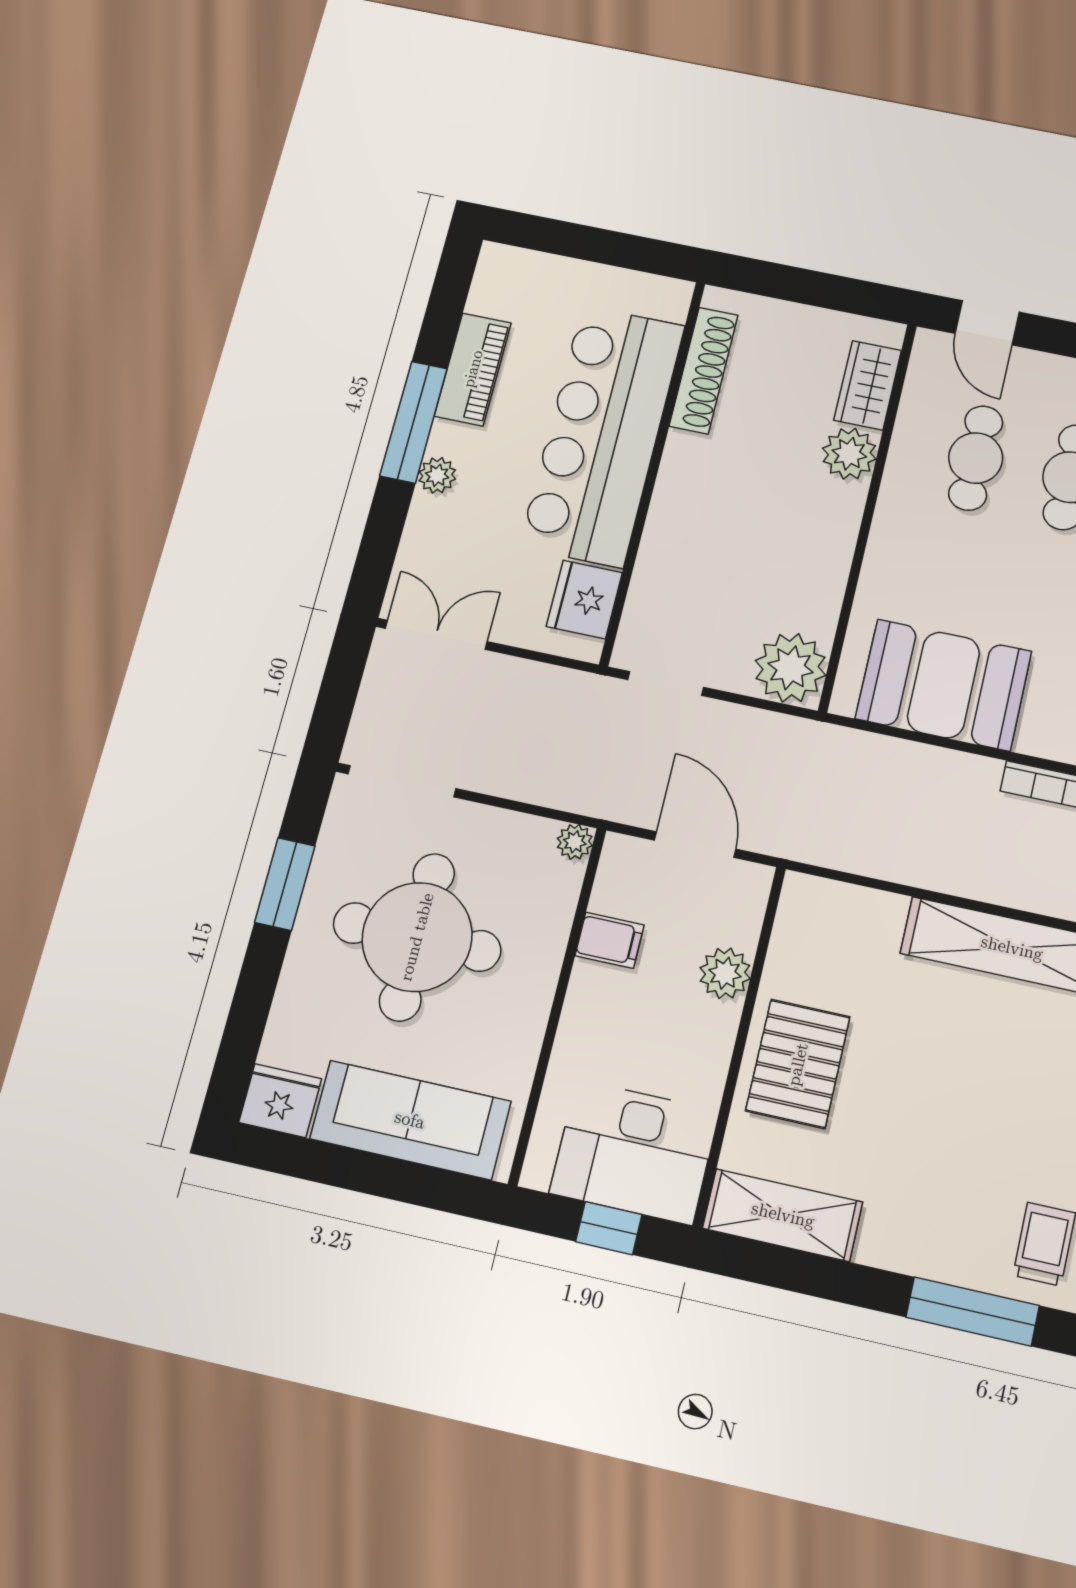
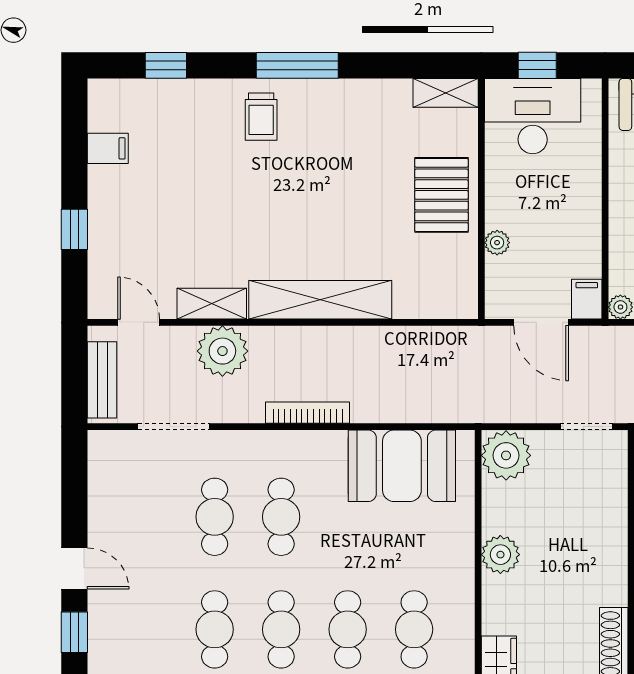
plant: (849, 454) -> (500, 555), moved
filing cabinet: (609, 940) -> (587, 299), moved, turned 90
plant: (725, 973) -> (497, 243), width x0.73, depth x0.73
shelving: (783, 1215) -> (446, 93), width x0.67, depth x0.75

